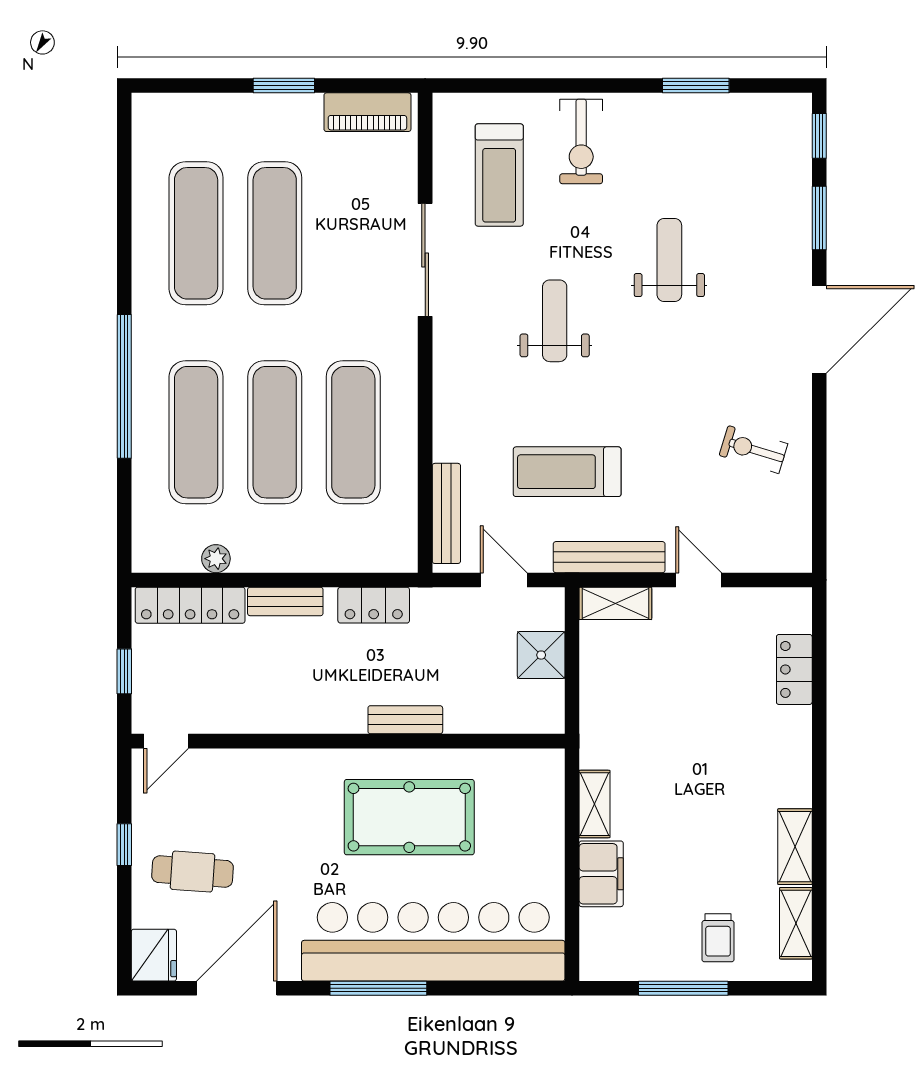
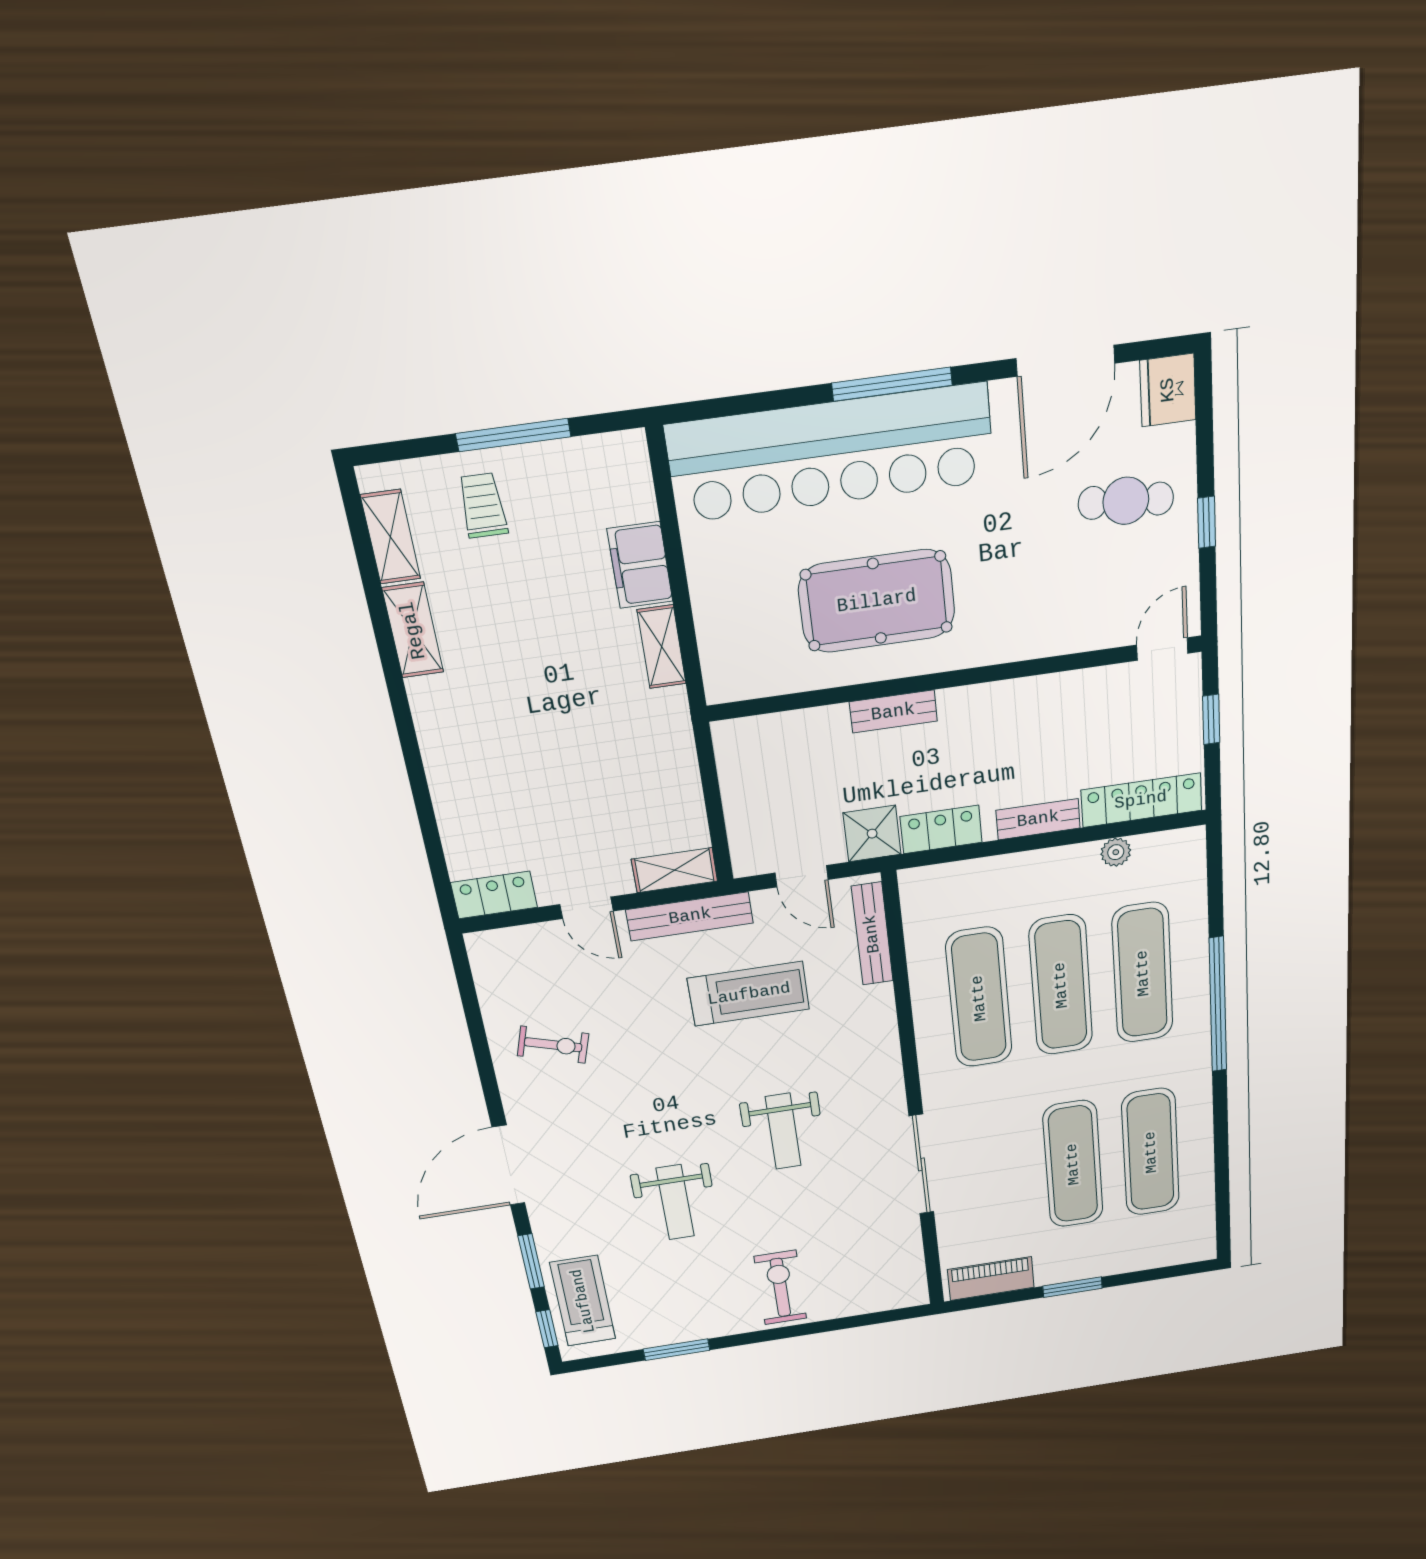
treadmill: (499, 175) -> (583, 1301), moved
shower: (541, 655) -> (872, 834), moved
locker: (794, 669) -> (494, 895), moved, turned -90

